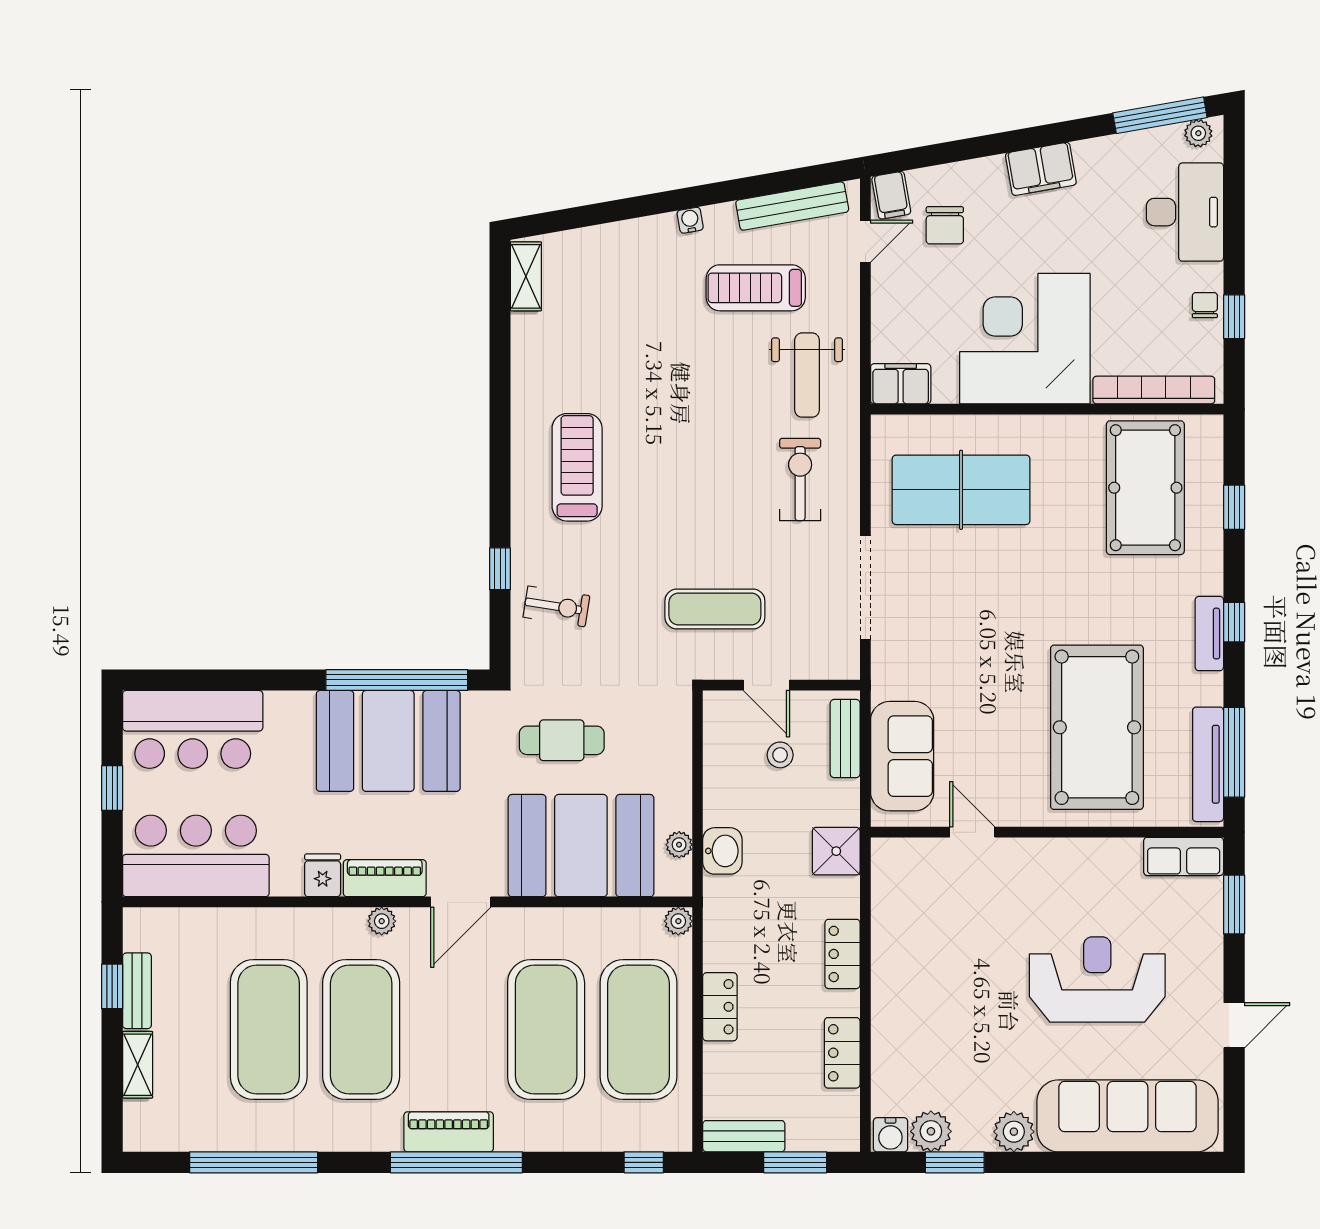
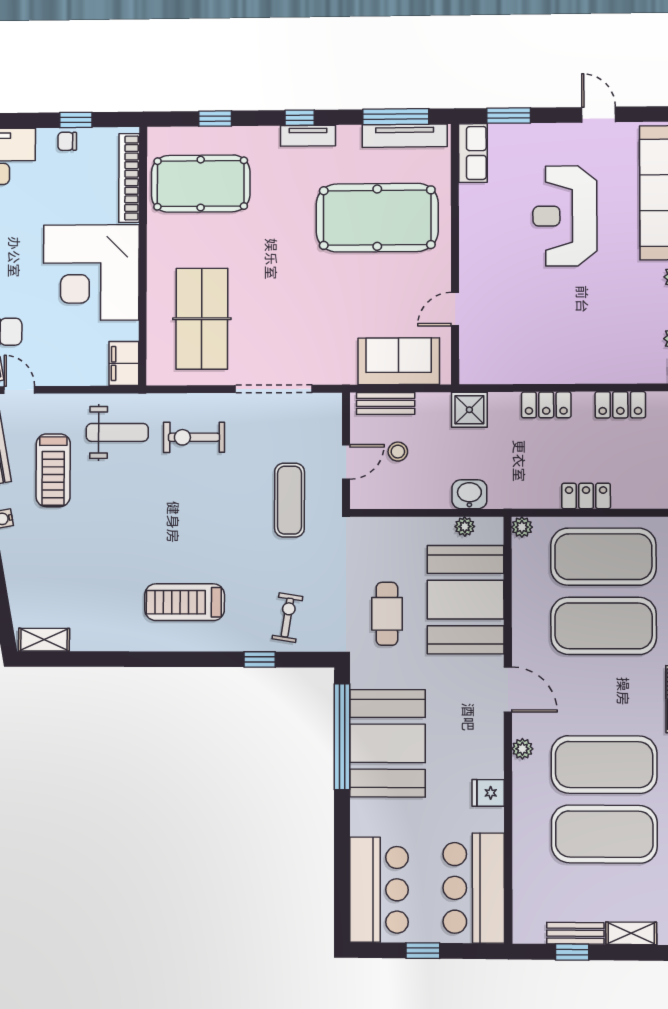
piano: (385, 878) -> (490, 746), removed

